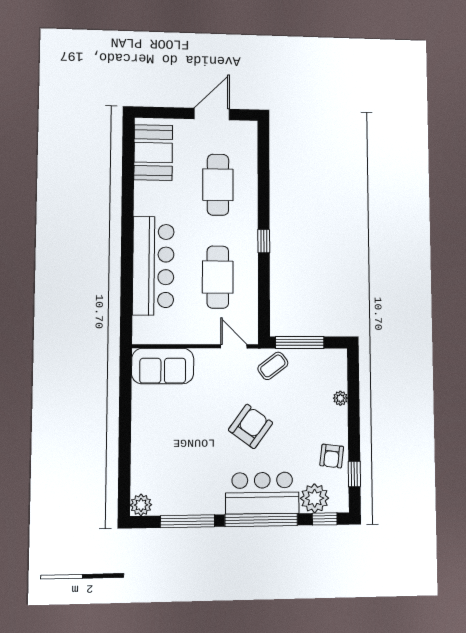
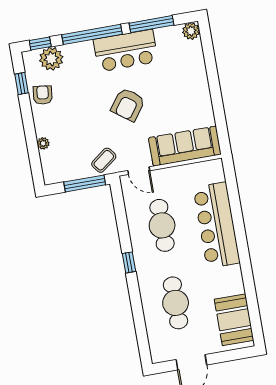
sofa: (163, 366) -> (185, 146), width x1.36
armchair: (251, 426) -> (128, 105), moved
bar counter: (262, 493) -> (126, 51), moved

